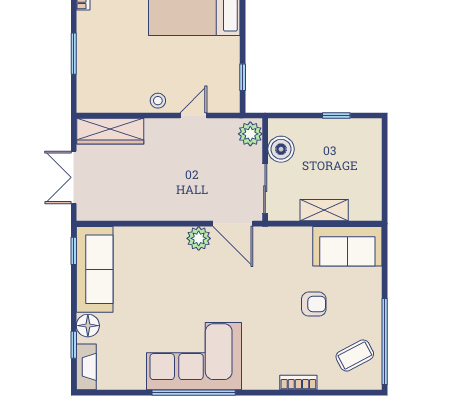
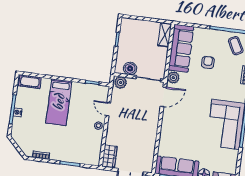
wardrobe: (110, 131) -> (109, 156), width x0.67
shelving: (324, 210) -> (165, 35), moved
plant: (199, 238) -> (173, 78), moved
sofa: (347, 246) -> (181, 48), width x1.36

